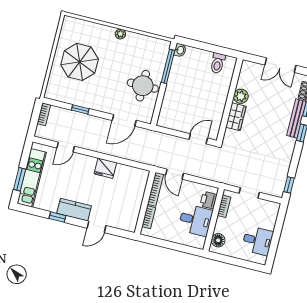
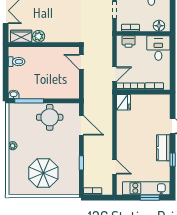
wardrobe: (236, 117) -> (21, 36), moved
fridge: (105, 168) -> (124, 102), moved
desk: (195, 220) -> (158, 48), moved

